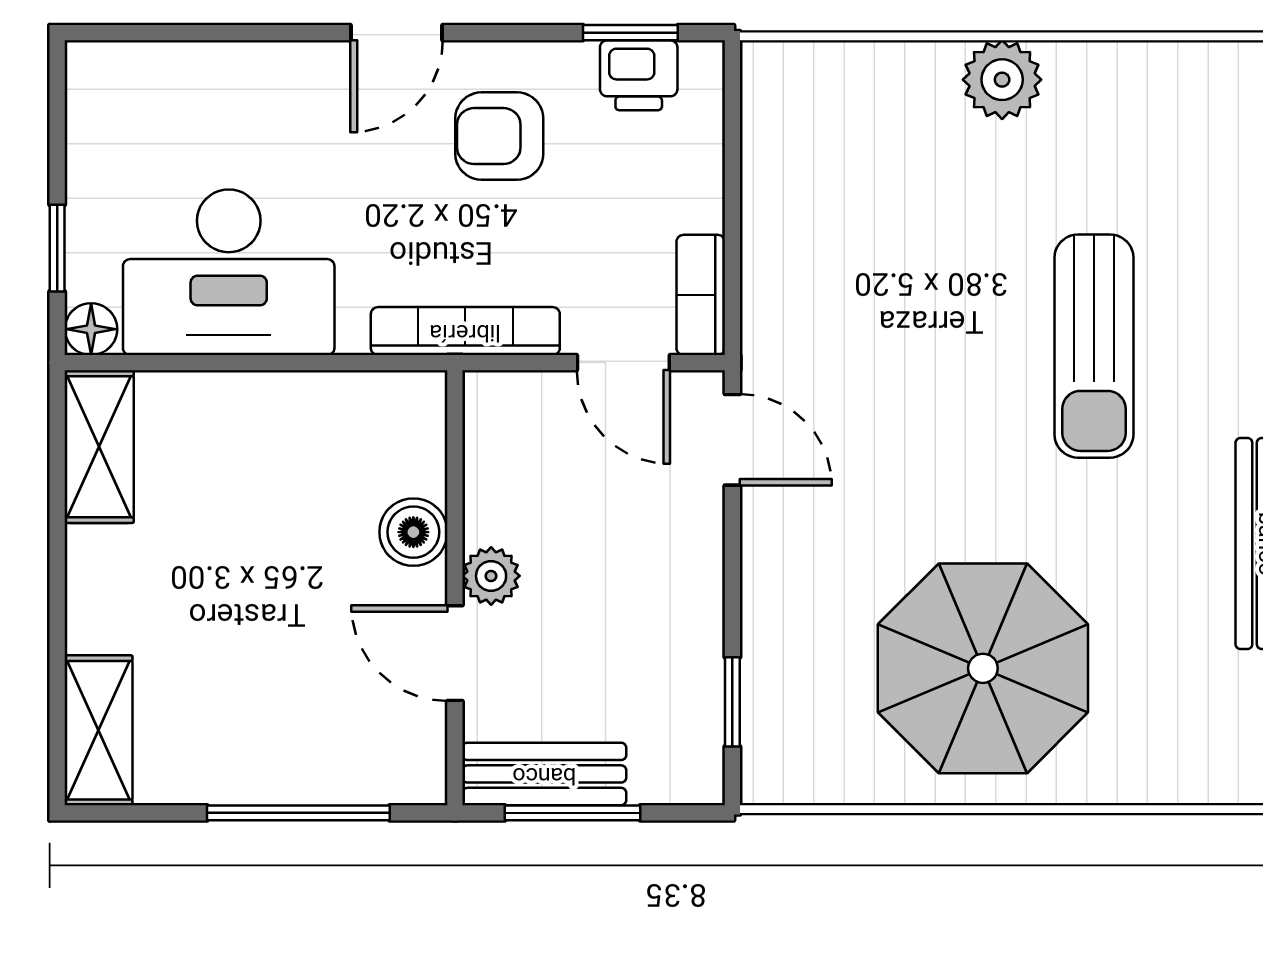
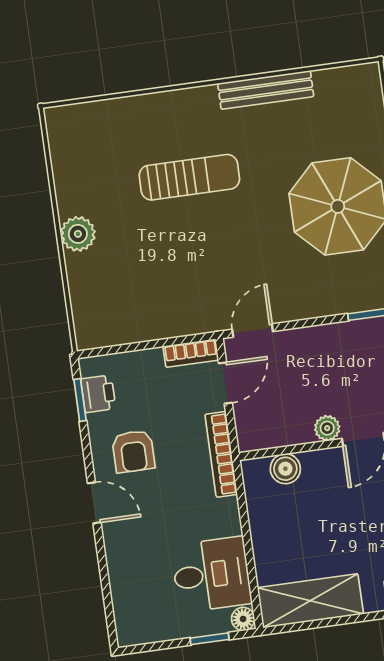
desk: (229, 272) -> (211, 575), width x0.73
shelving: (99, 447) -> (310, 601), width x1.50, depth x1.33
boiler: (413, 532) -> (285, 469), moved

